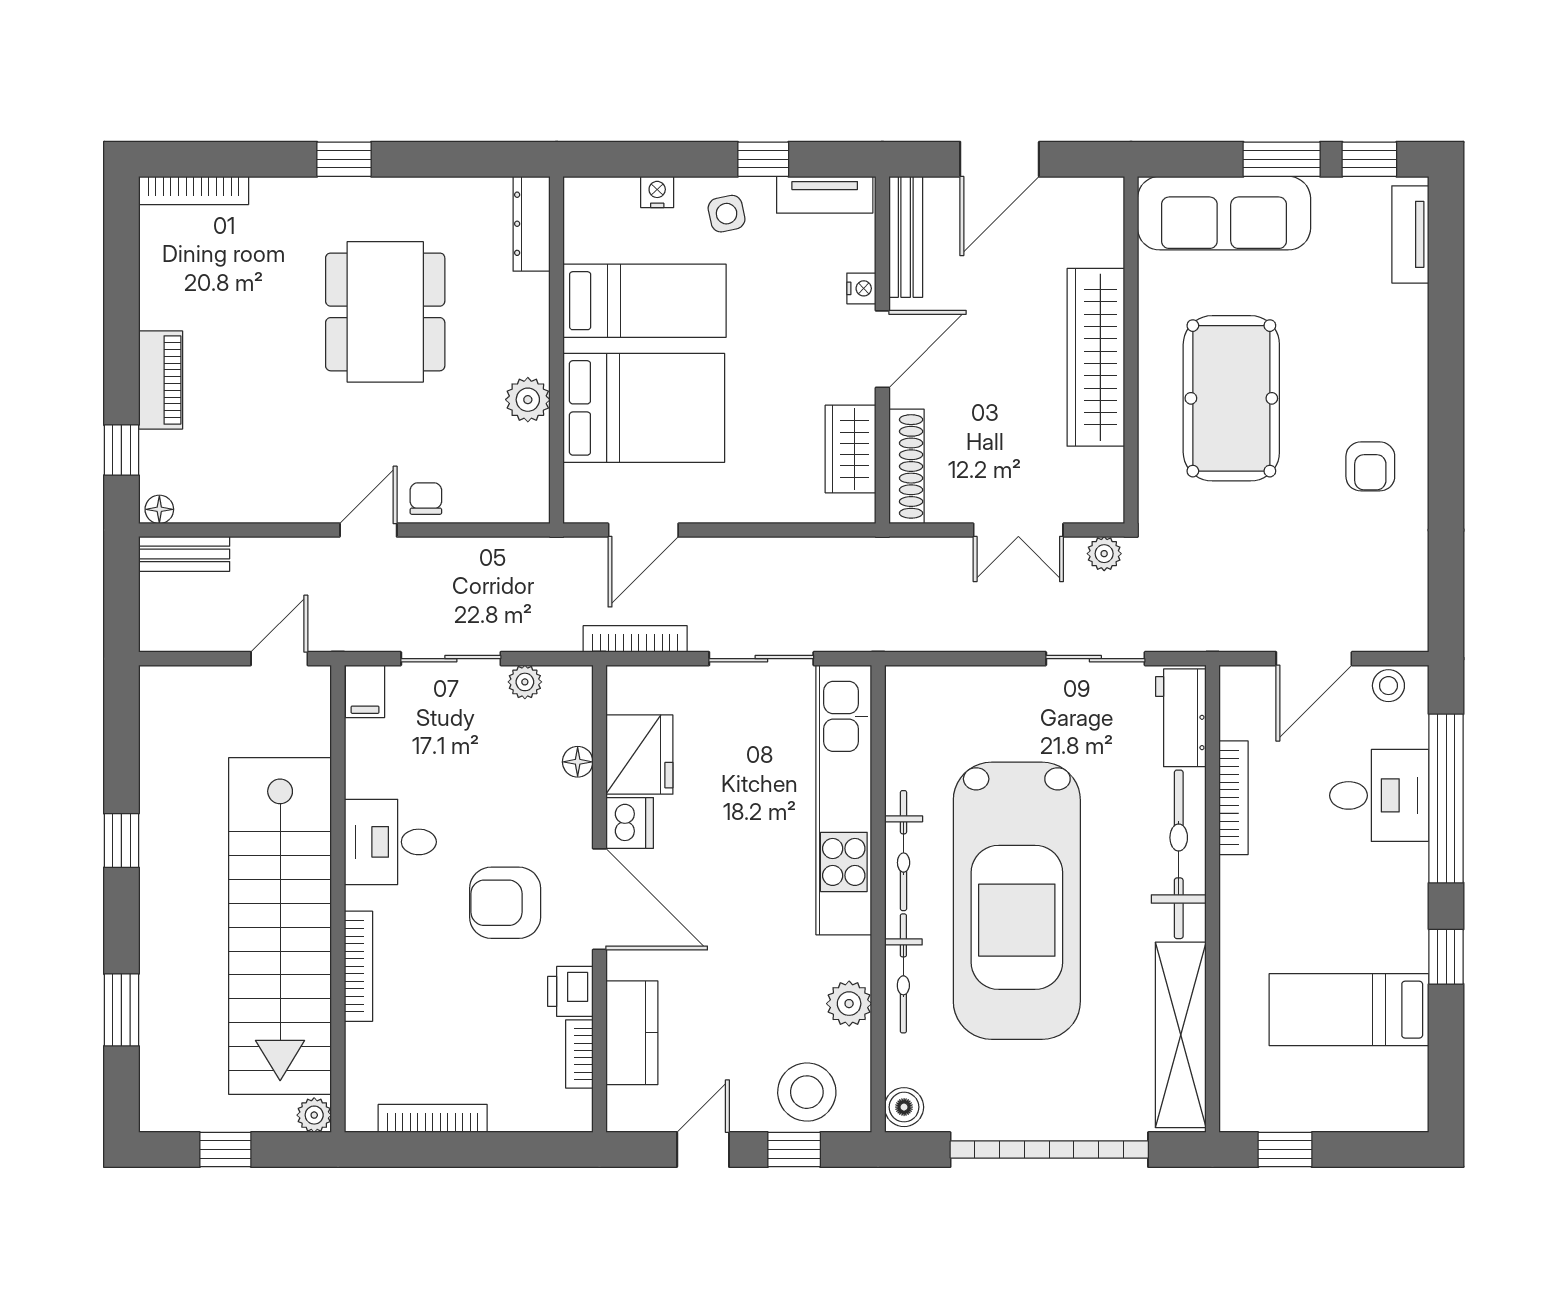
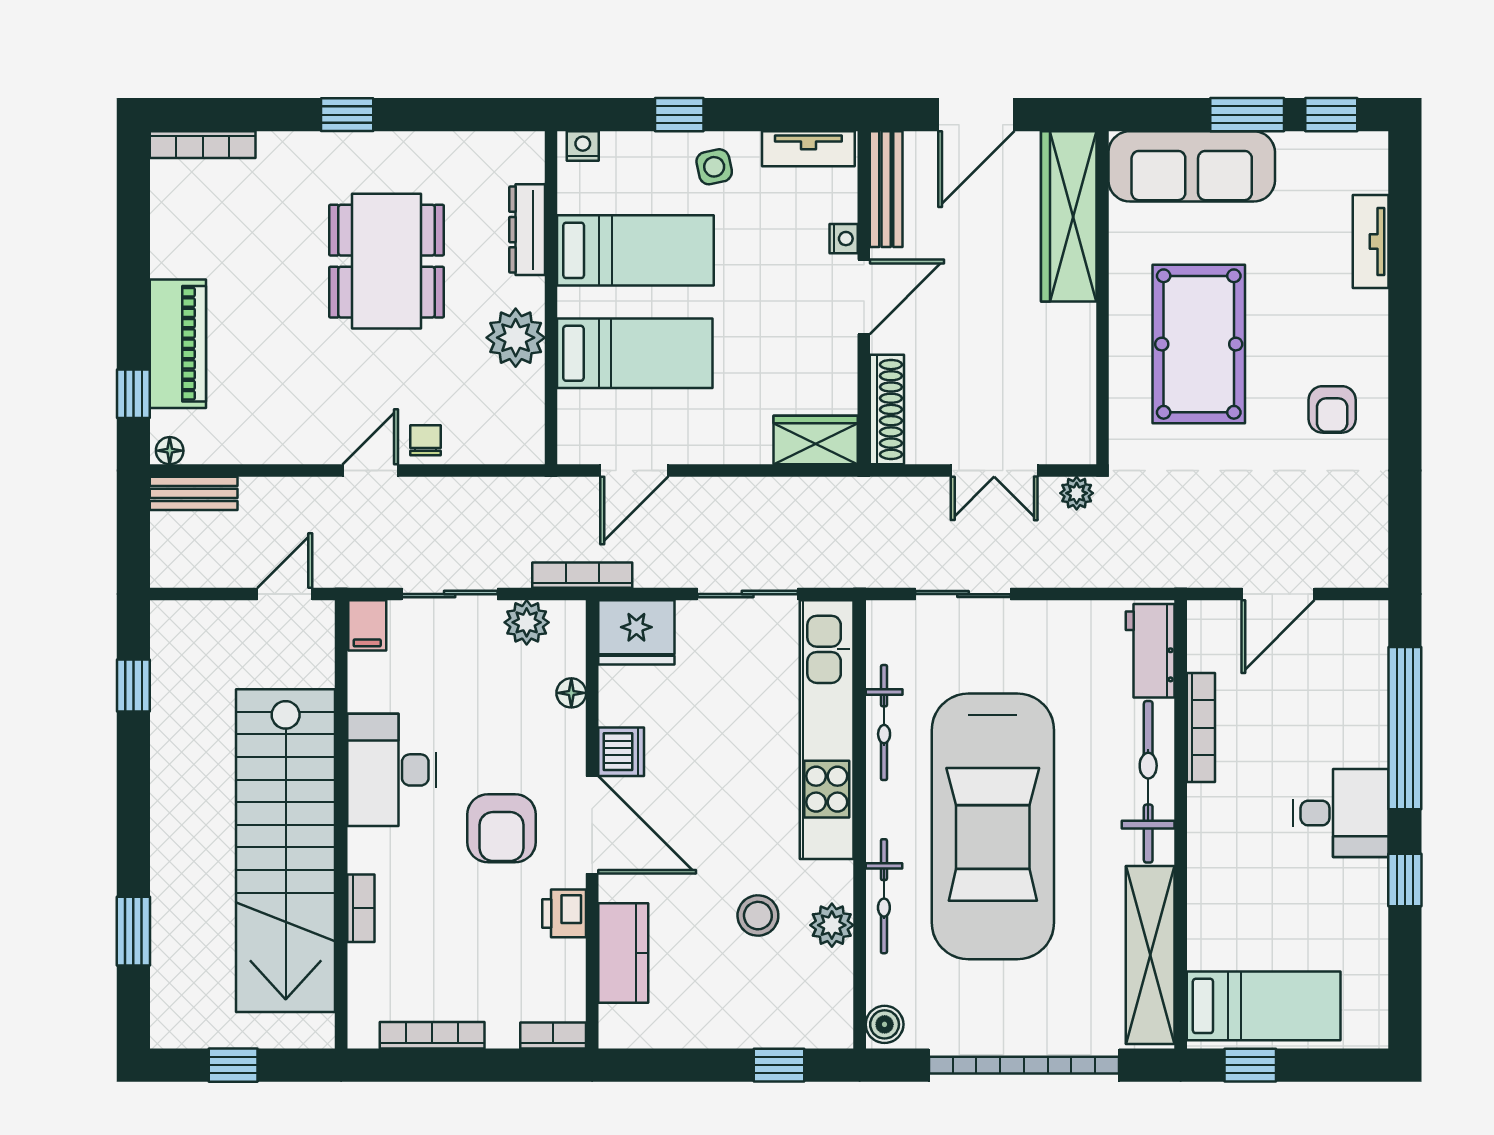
window: (763, 159) -> (679, 115), moved
nightstand: (657, 192) -> (583, 146), moved
dresser: (532, 224) -> (527, 230), moved
tv unit: (1410, 234) -> (1371, 241), moved
wardrobe: (1096, 357) -> (1069, 216), moved
piano: (161, 380) -> (178, 344), width x1.37, depth x1.33
plant: (528, 400) -> (516, 338), width x1.36, depth x1.36
bed: (644, 408) -> (635, 353), width x0.67
wardrobe: (851, 449) -> (816, 440), moved, turned 90
bookcase: (635, 639) -> (582, 575), moved
sliding door: (1095, 659) -> (963, 594), moved
plant: (525, 682) -> (527, 622), width x1.38, depth x1.38
stool: (1388, 686) -> (1350, 620), removed
fridge: (639, 755) -> (636, 632), moved, turned 90
desk: (1379, 795) -> (1341, 813), moved
window: (121, 841) -> (133, 686), moved
desk: (390, 842) -> (391, 770), width x1.37
bicycle: (904, 851) -> (884, 723), moved
armchair: (505, 903) -> (502, 828), turned -90
bookcase: (358, 966) -> (361, 908), width x0.64
bed: (1349, 1010) -> (1264, 1006), moved, turned 180
bookcase: (579, 1054) -> (553, 1036), moved, turned 90
stool: (807, 1092) -> (758, 916), moved, width x0.73, depth x0.73
plant: (314, 1115) -> (318, 1032), removed
door: (703, 1150) -> (692, 1065), removed

